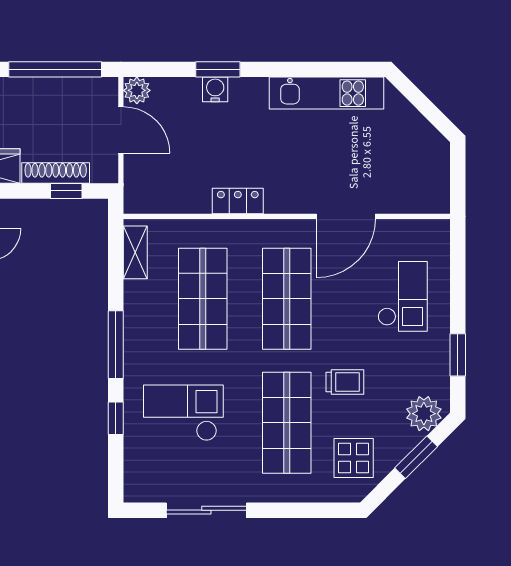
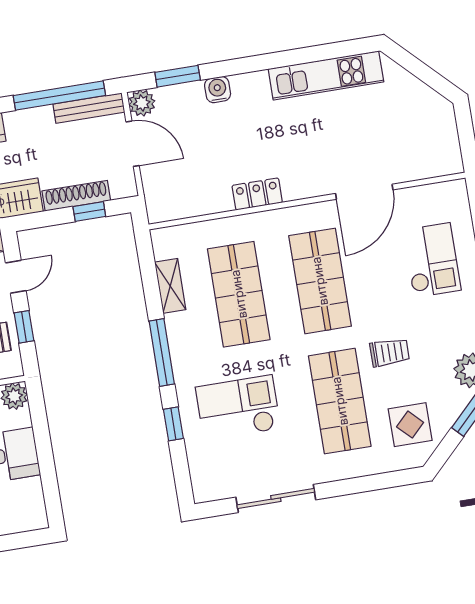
window: (218, 69) -> (178, 76), moved
bench: (83, 87) -> (89, 108), added
shelving: (135, 252) -> (170, 286), moved

